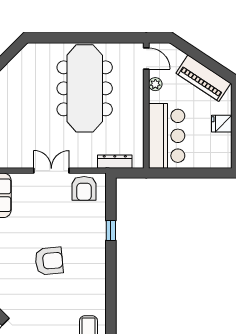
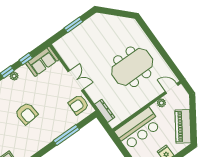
door: (146, 58) -> (172, 88), swing flipped
meeting table: (85, 88) -> (132, 67), width x0.73
window: (111, 230) -> (66, 135), width x2.17

